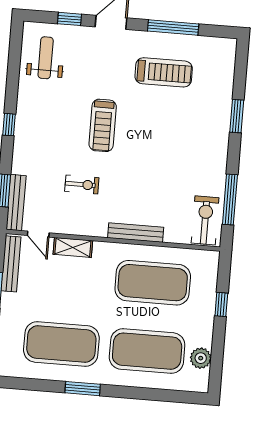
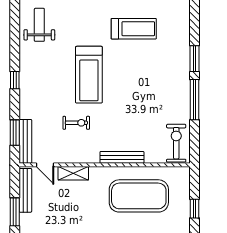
treadmill: (103, 125) -> (89, 75), width x1.37, depth x1.38
window: (230, 200) -> (195, 100), moved

